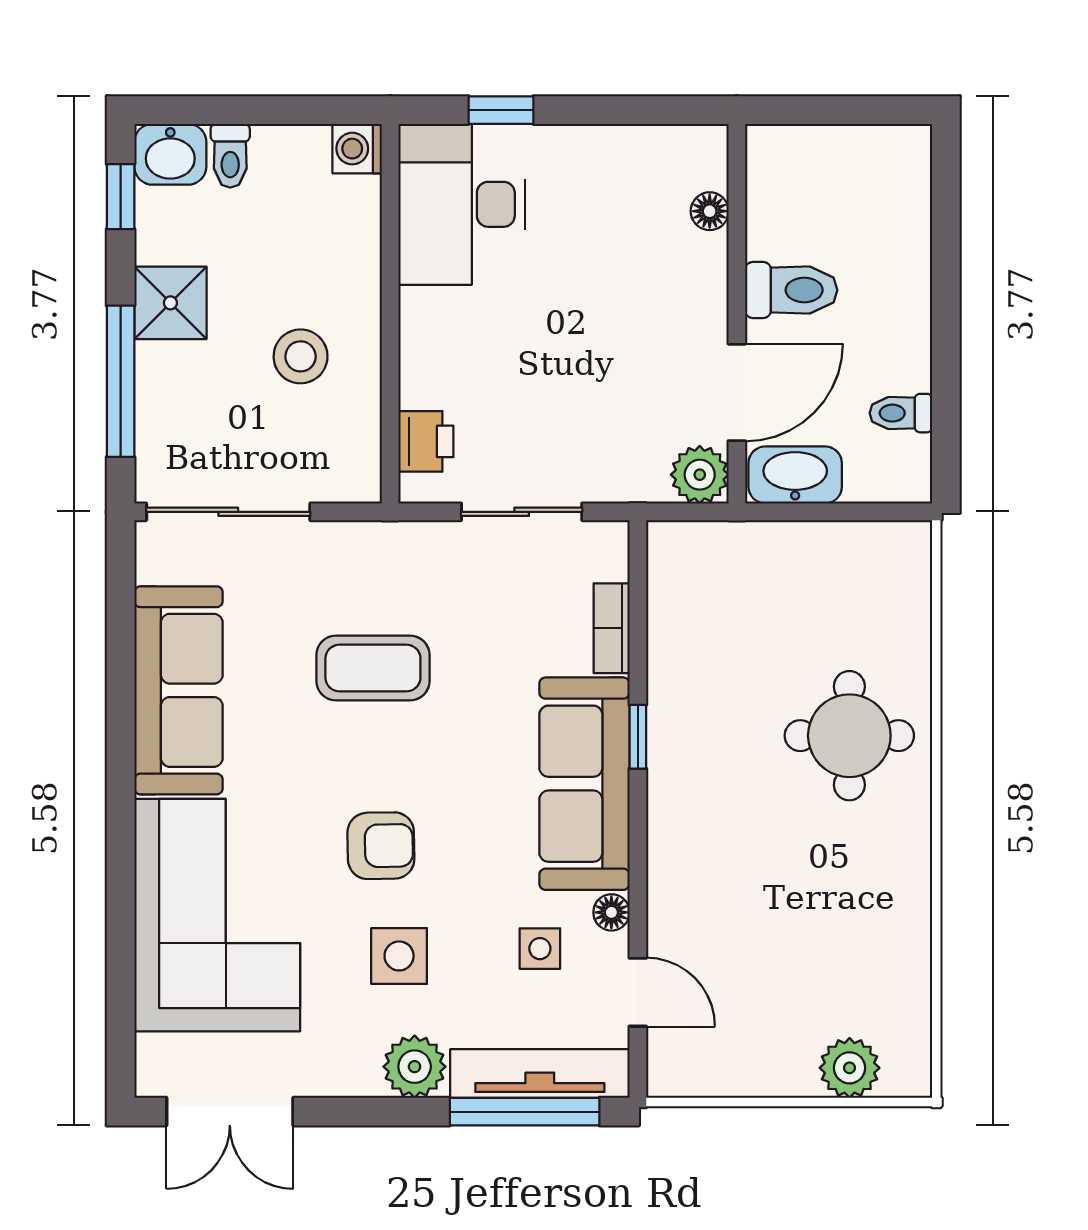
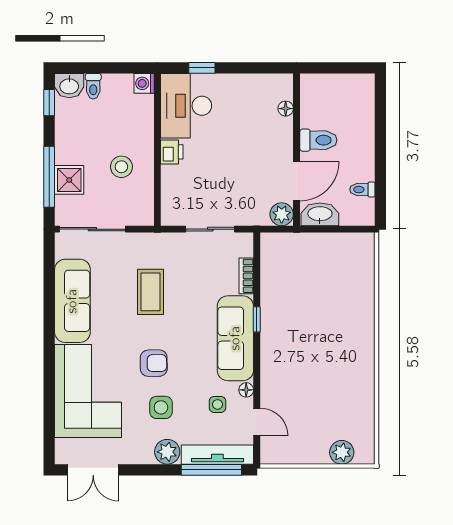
shower: (170, 303) -> (69, 180), moved
printer: (426, 441) -> (172, 152), moved
coffee table: (373, 668) -> (150, 292), turned 90
round table: (849, 736) -> (342, 319), removed

